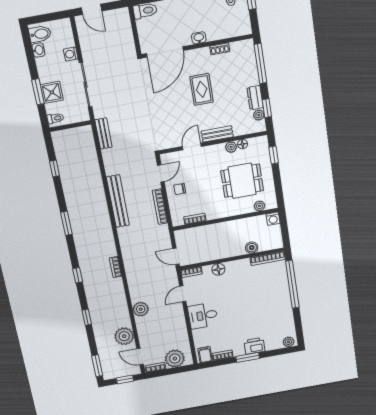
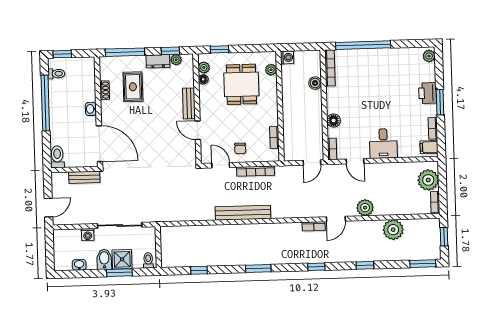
bidet: (40, 34) -> (104, 259), moved
rug: (202, 89) -> (133, 87), moved, turned 90
bench: (103, 133) -> (84, 177), moved
plant: (231, 147) -> (204, 67), moved
door: (140, 357) -> (336, 219), moved

